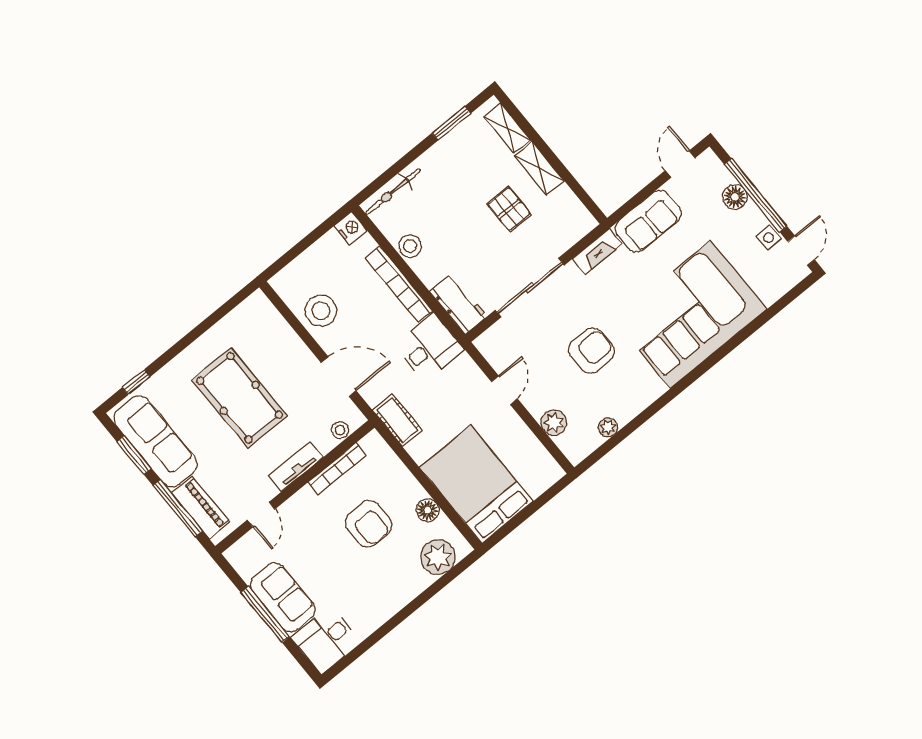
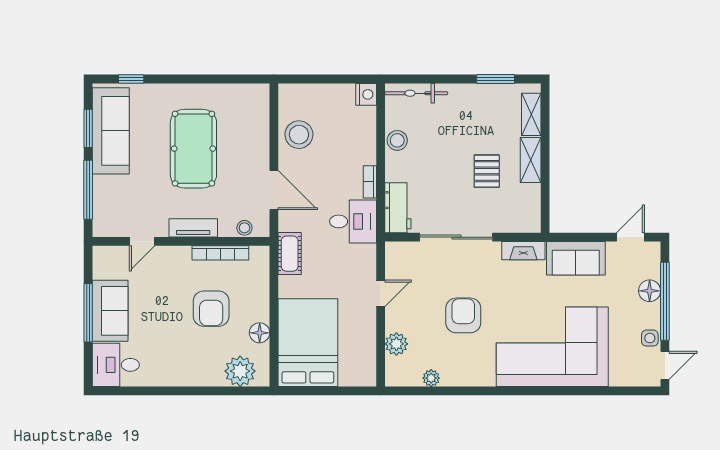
bookcase: (399, 284) -> (370, 182), width x0.43, depth x0.76
armchair: (591, 351) -> (463, 315), turned -90
piano: (201, 508) -> (104, 202), removed

